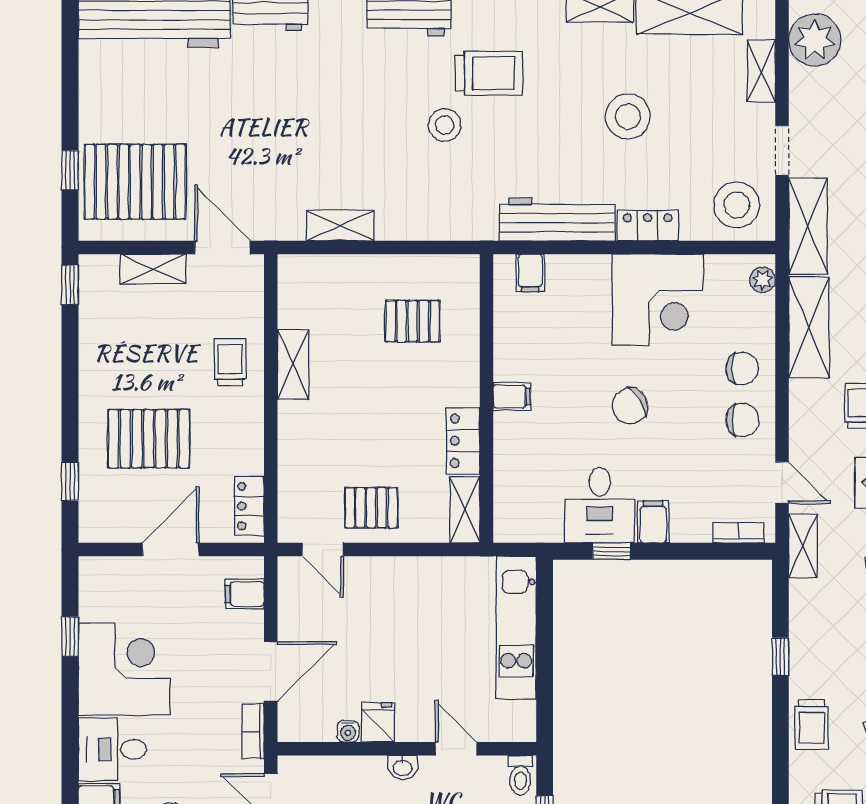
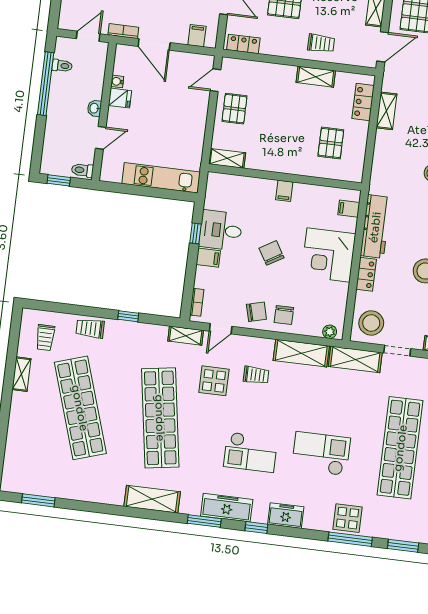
corner desk: (658, 300) -> (328, 255), moved
chair: (742, 420) -> (256, 312), turned -105
locker: (463, 441) -> (363, 102), moved, turned -90

